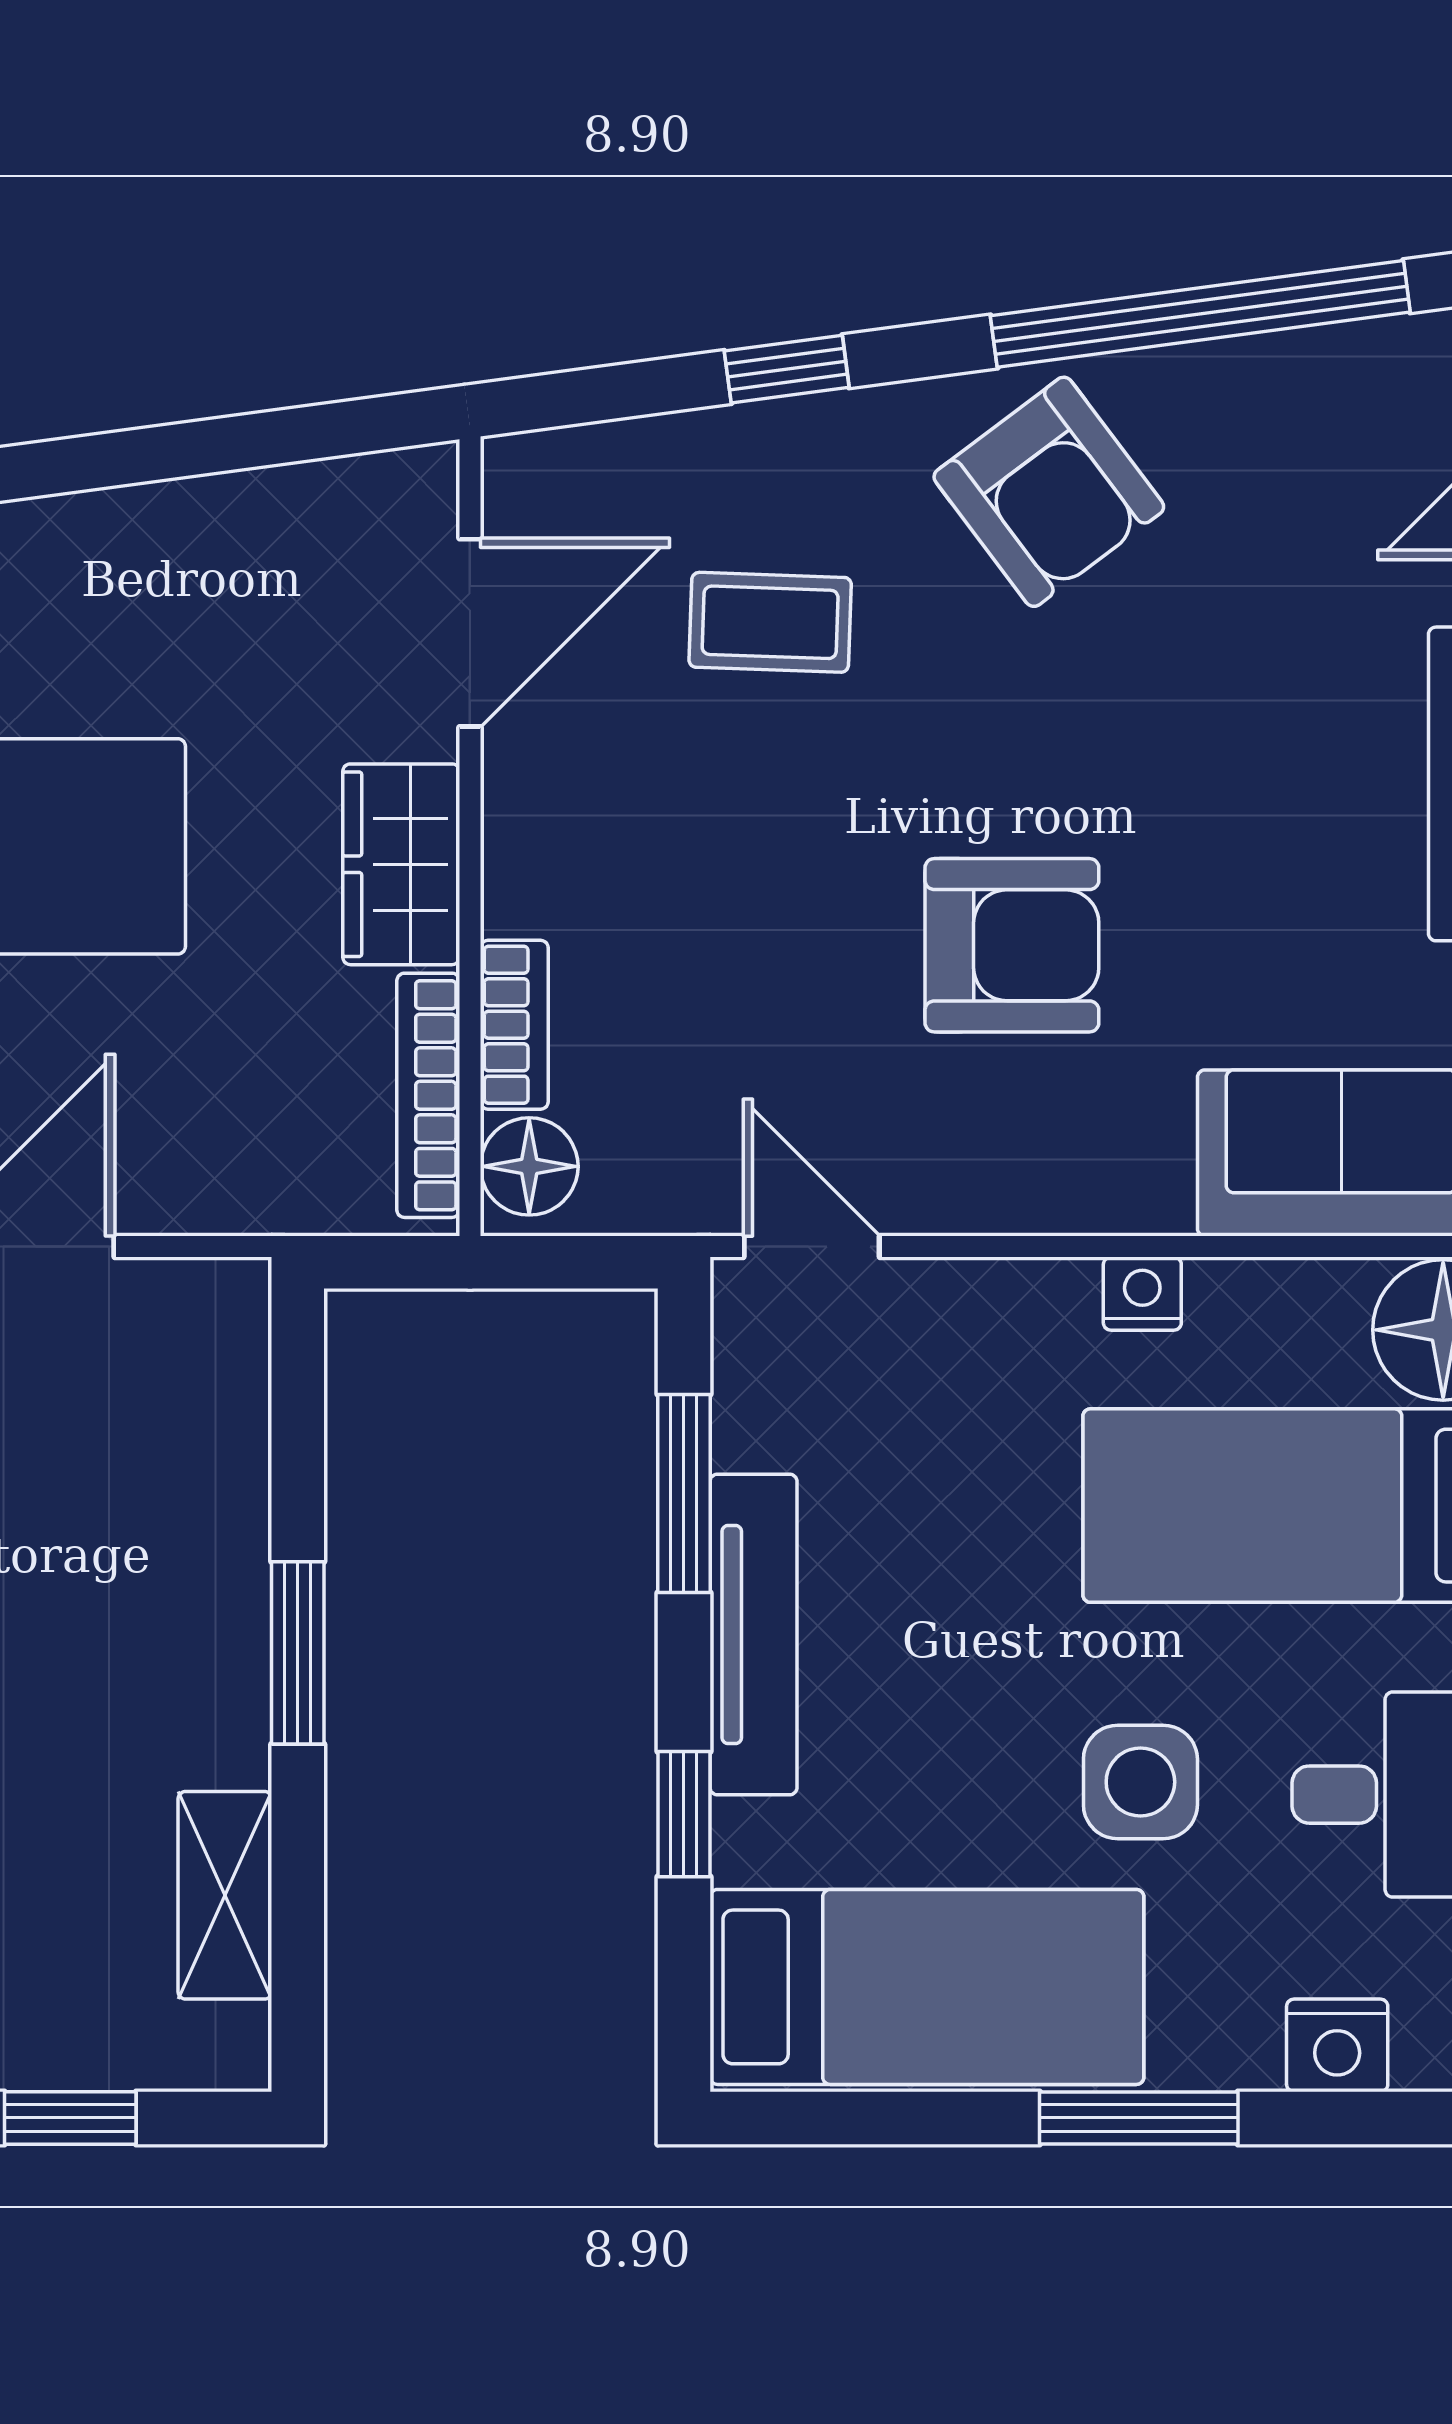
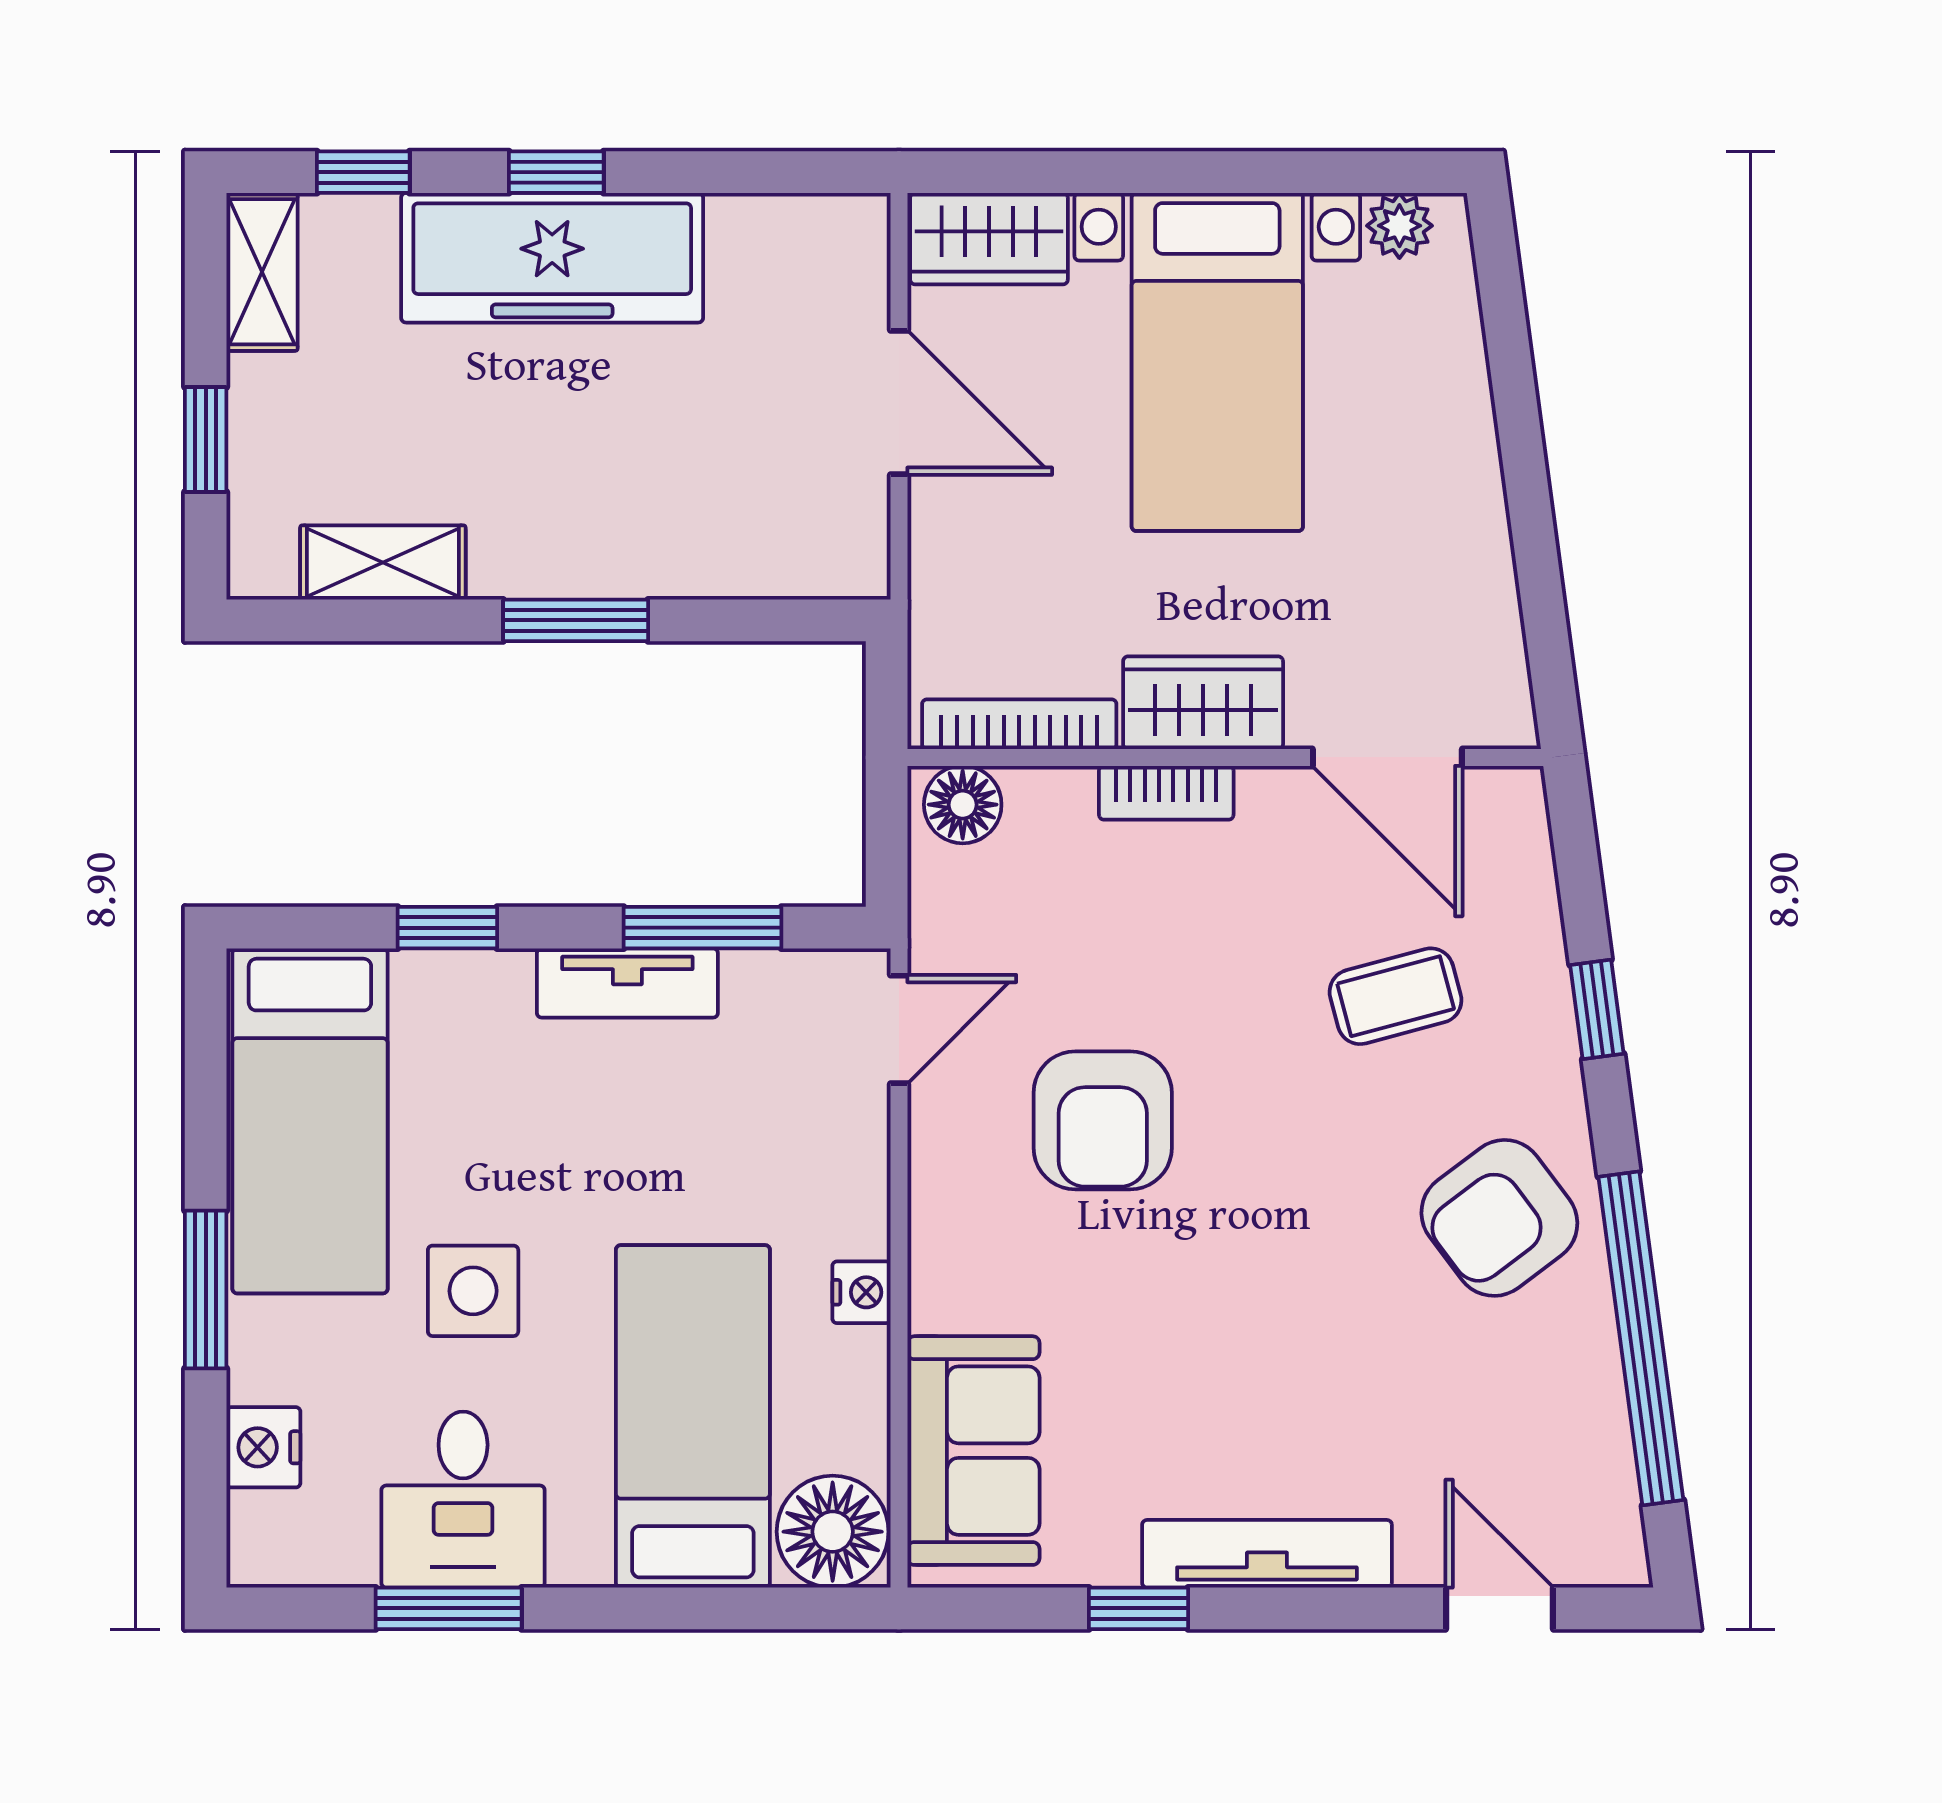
coffee table: (770, 622) -> (1396, 996), turned 73
armchair: (1012, 945) -> (1103, 1120), moved
bookcase: (514, 1025) -> (1166, 793), moved
tv unit: (753, 1635) -> (627, 983), width x0.71

